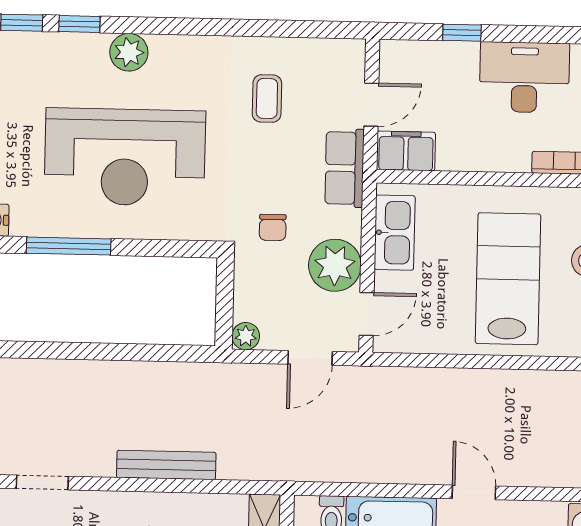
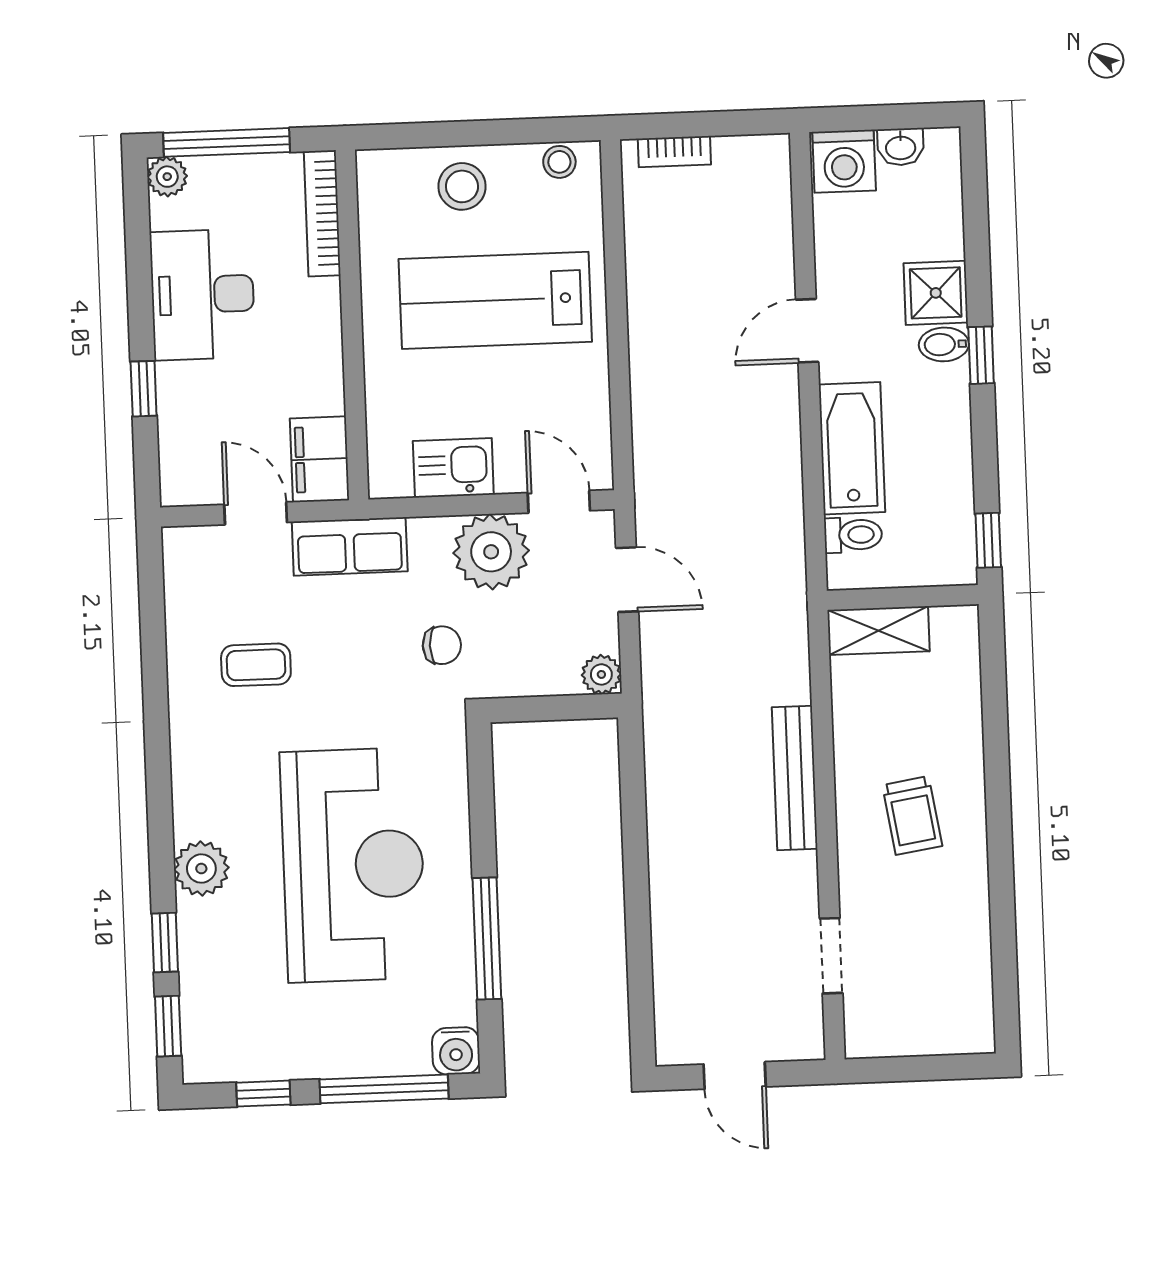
kitchen sink: (395, 233) -> (453, 468), width x0.73

